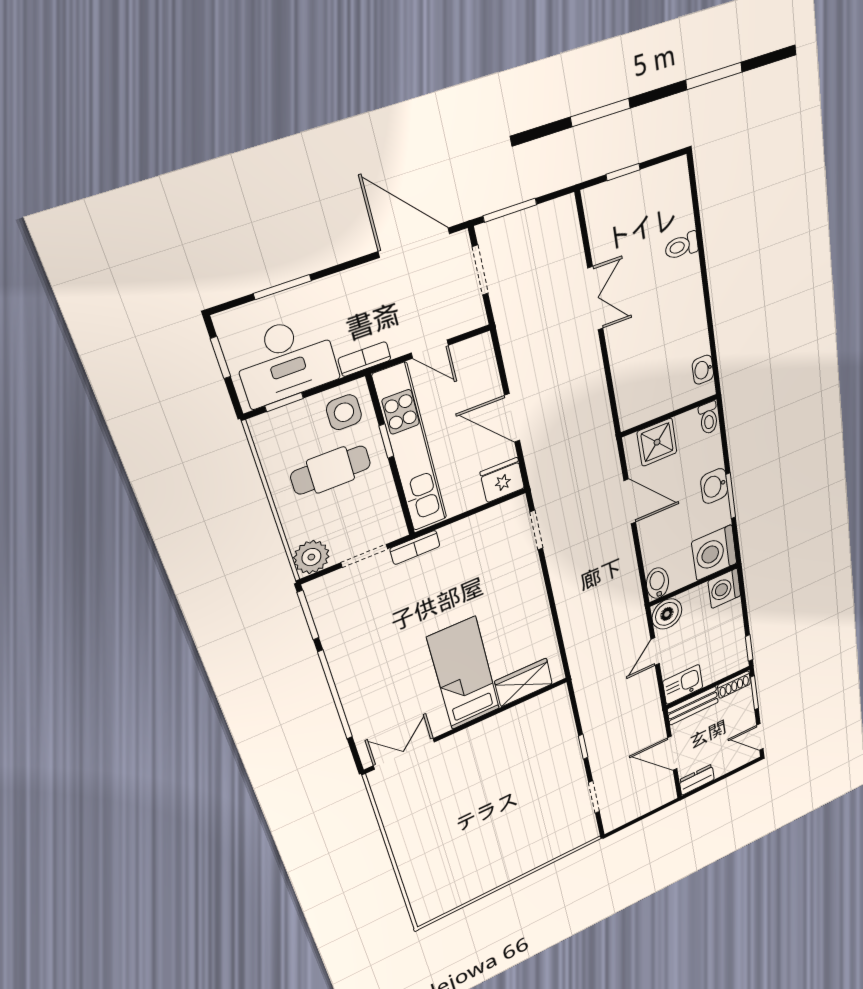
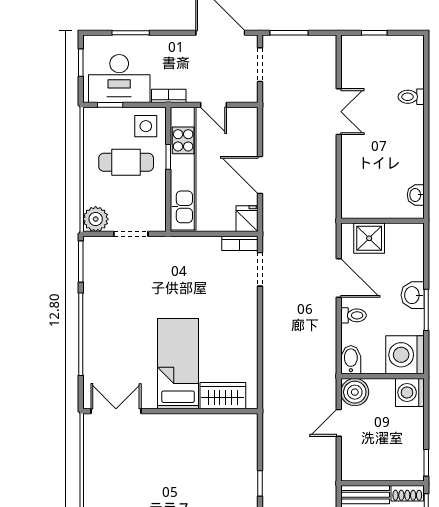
toilet: (708, 418) -> (354, 315), moved, turned -90
fridge: (502, 480) -> (247, 219), width x0.72
bookcase: (415, 547) -> (240, 243), moved
kitchen sink: (683, 684) -> (359, 468), removed

